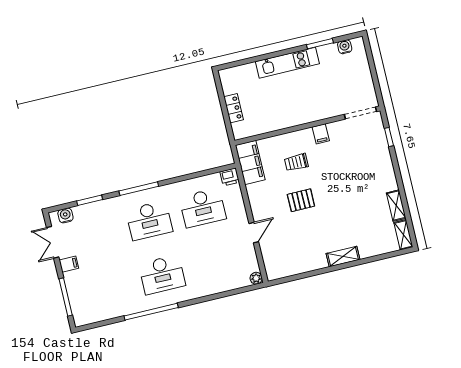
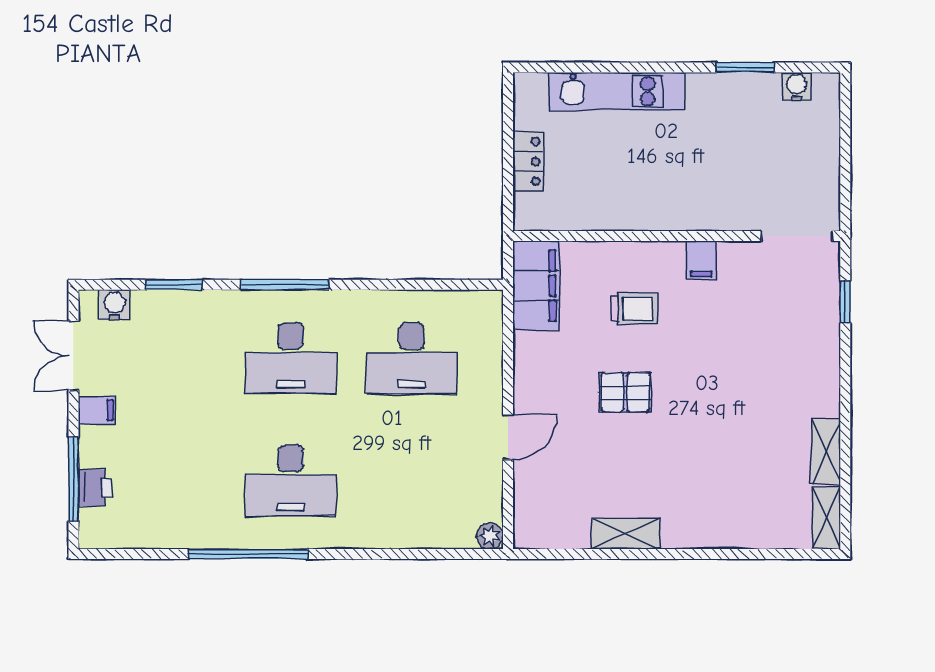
kitchen unit: (287, 63) -> (616, 91), moved
trolley: (296, 162) -> (635, 309), turned 180
printer: (230, 177) -> (95, 488), moved, turned -90
shelving: (343, 256) -> (626, 534), moved

